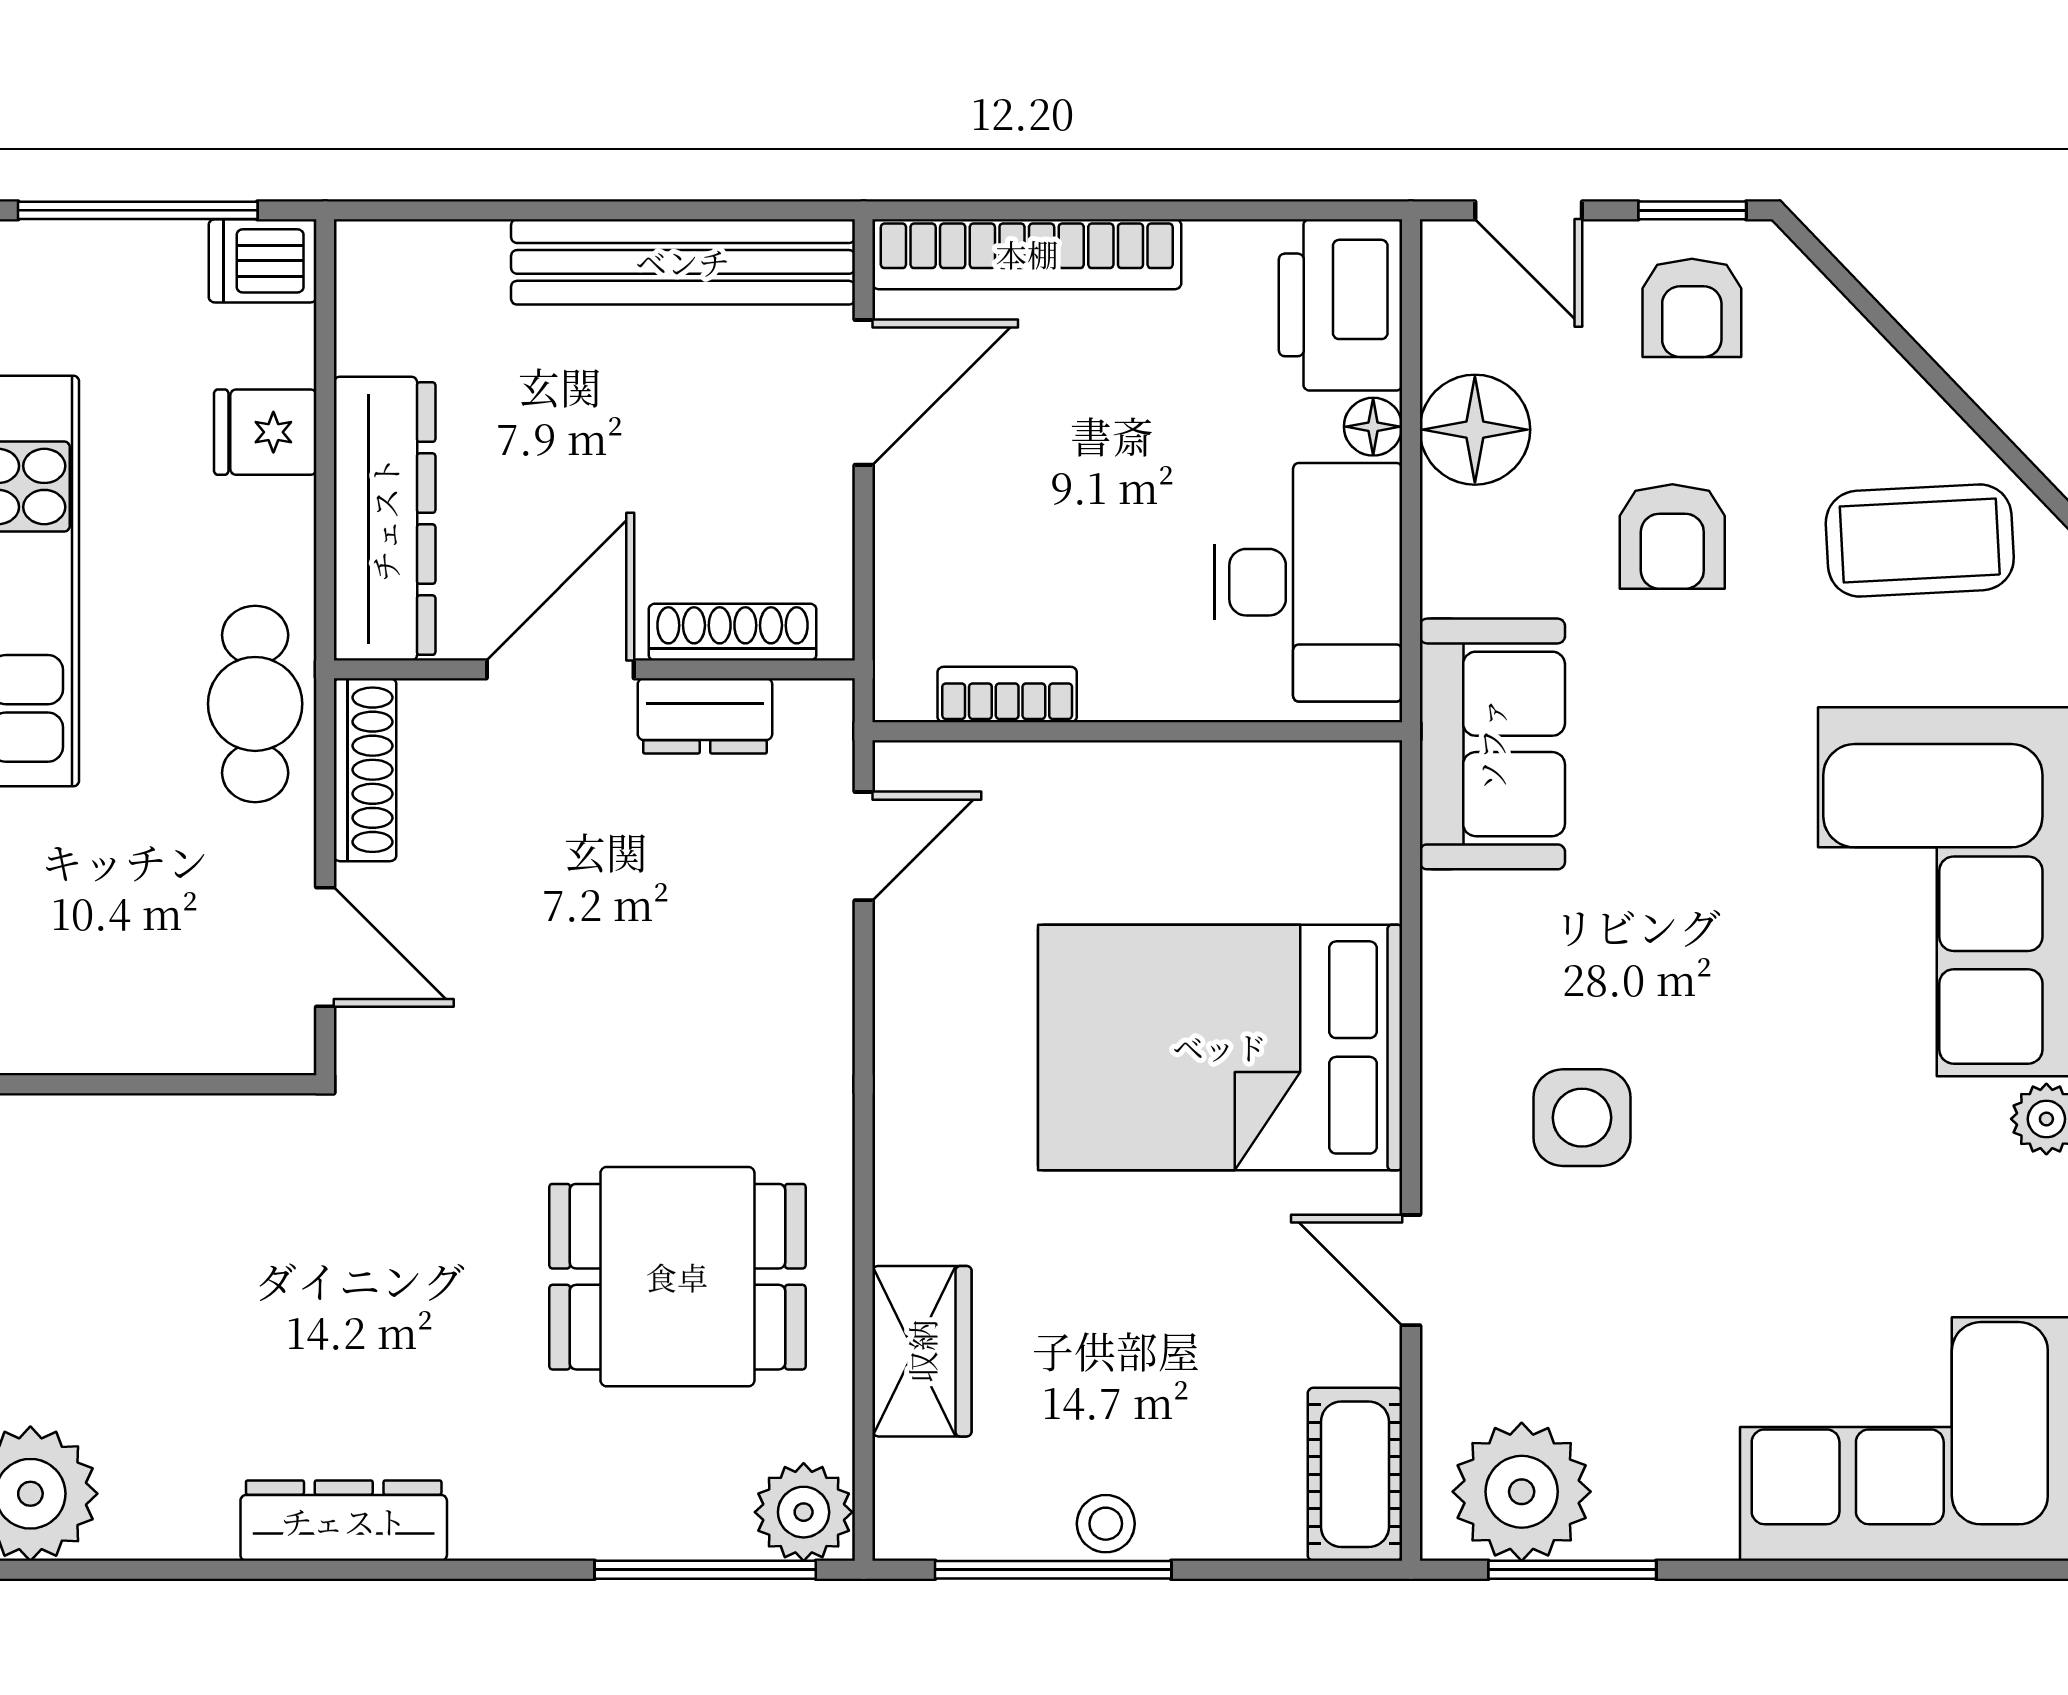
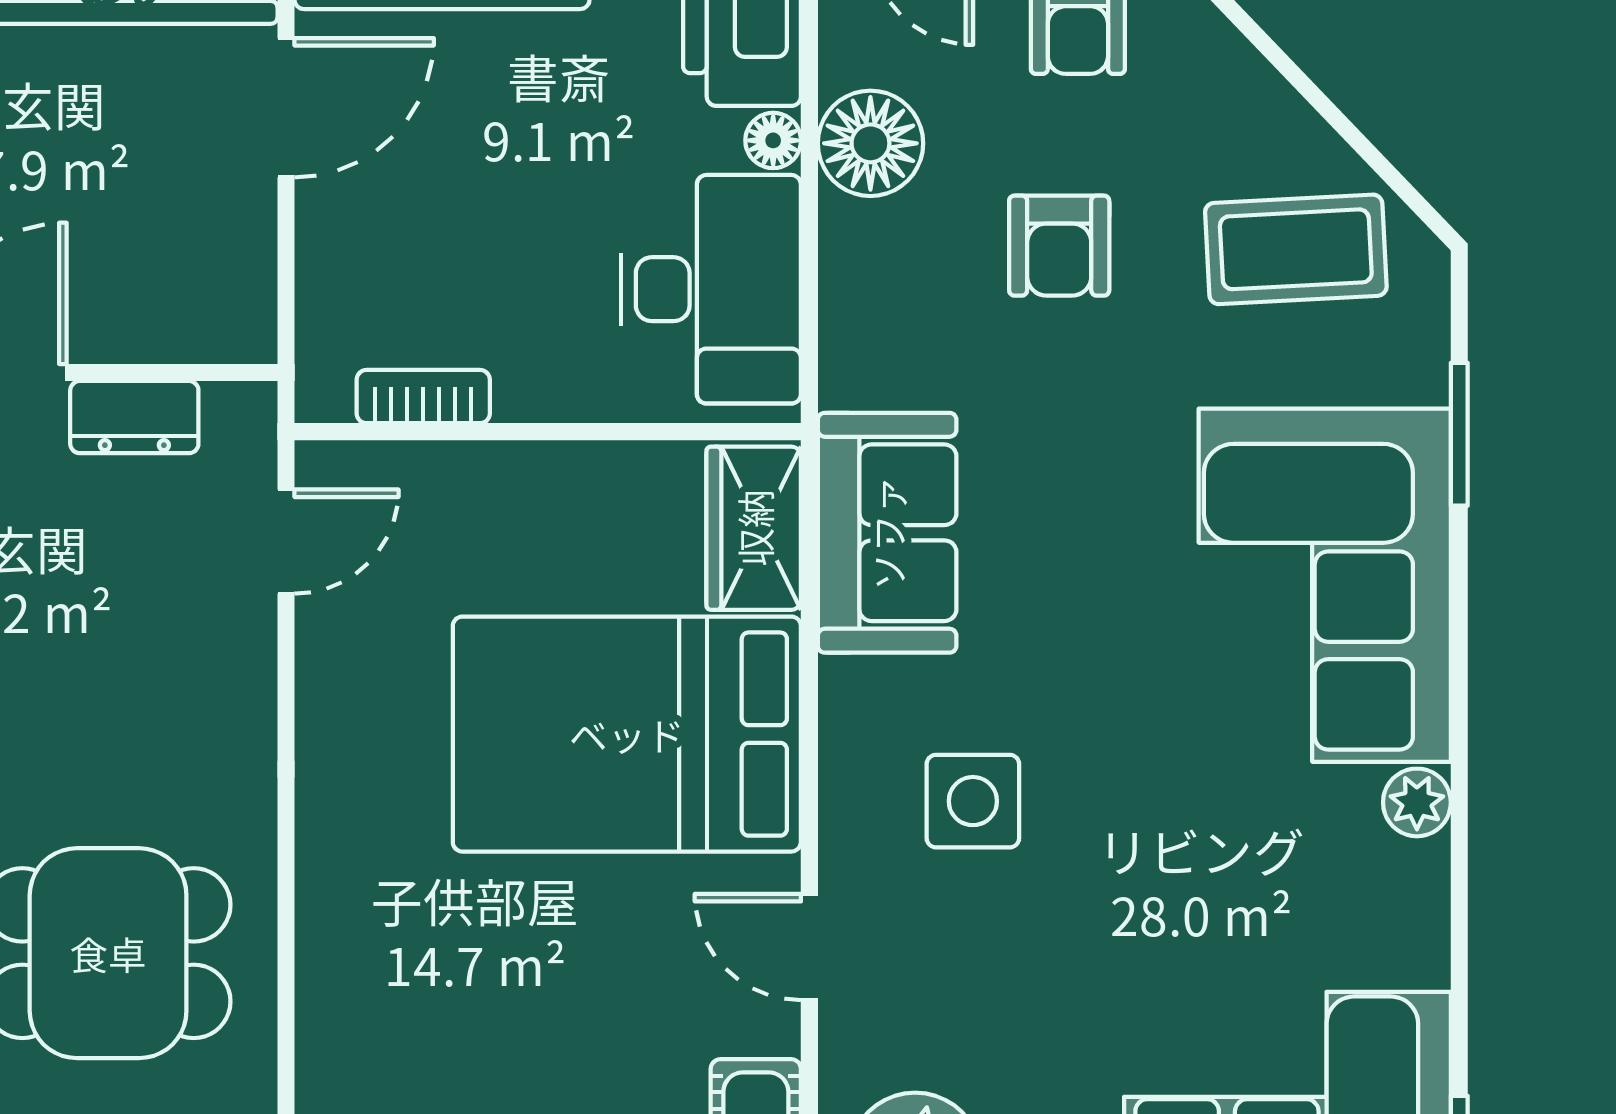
shoe rack: (732, 632) -> (161, 337), removed
sofa: (1492, 744) -> (887, 533), moved
wardrobe: (922, 1351) -> (754, 528), moved, turned 180

